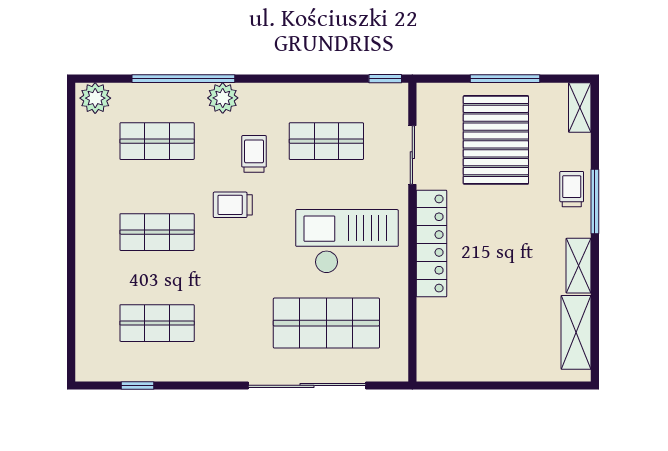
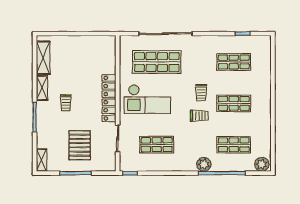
pallet: (496, 140) -> (80, 145), width x0.73, depth x0.71
trolley: (254, 154) -> (201, 93), moved
trolley: (572, 189) -> (66, 103), moved

